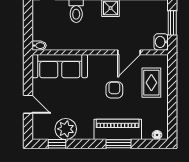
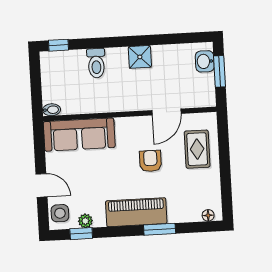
washbasin: (161, 42) -> (205, 61), moved
side table: (41, 127) -> (60, 213), added
plant: (66, 129) -> (85, 221), width x0.53, depth x0.53
piano: (118, 129) -> (136, 212), moved

